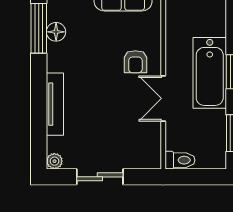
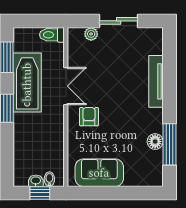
bathtub: (210, 73) -> (27, 82), moved
plant: (54, 161) -> (91, 34), moved

